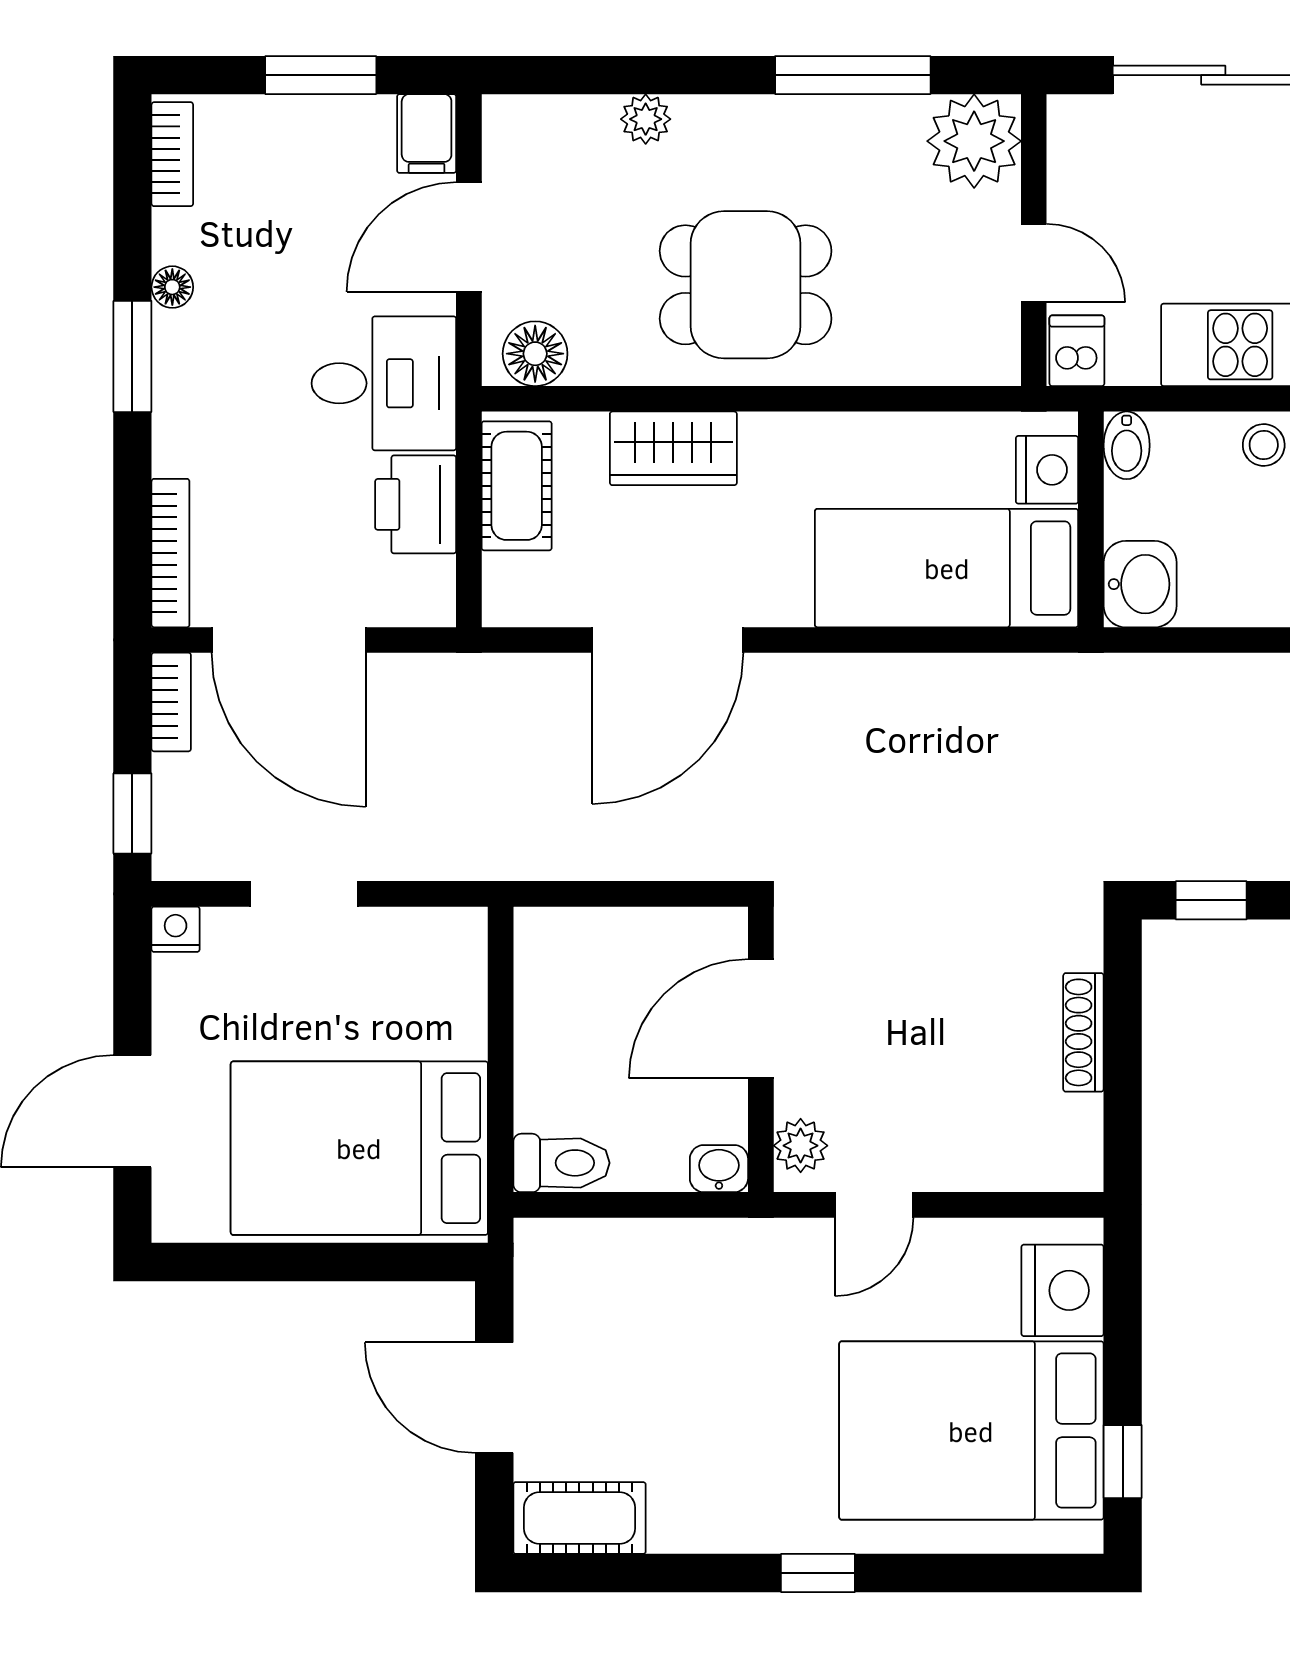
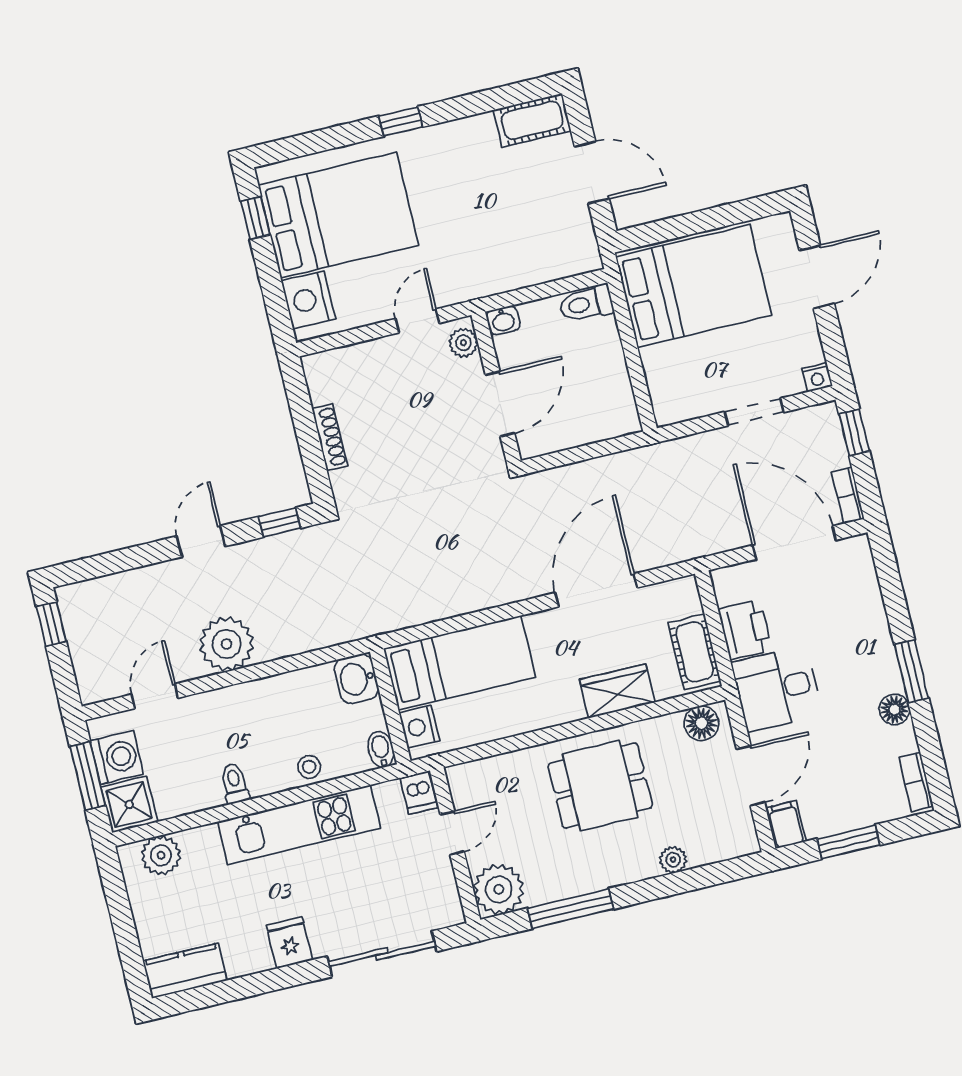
door: (1034, 263) -> (452, 833), swing flipped
floor lamp: (172, 287) -> (894, 709), width x1.37, depth x1.37
bookcase: (170, 553) -> (867, 573), removed

